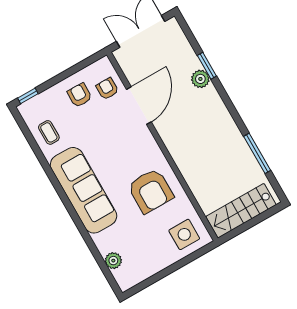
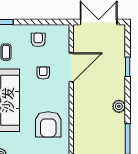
plant: (200, 79) -> (119, 106), moved
armchair: (107, 89) -> (43, 73), moved

